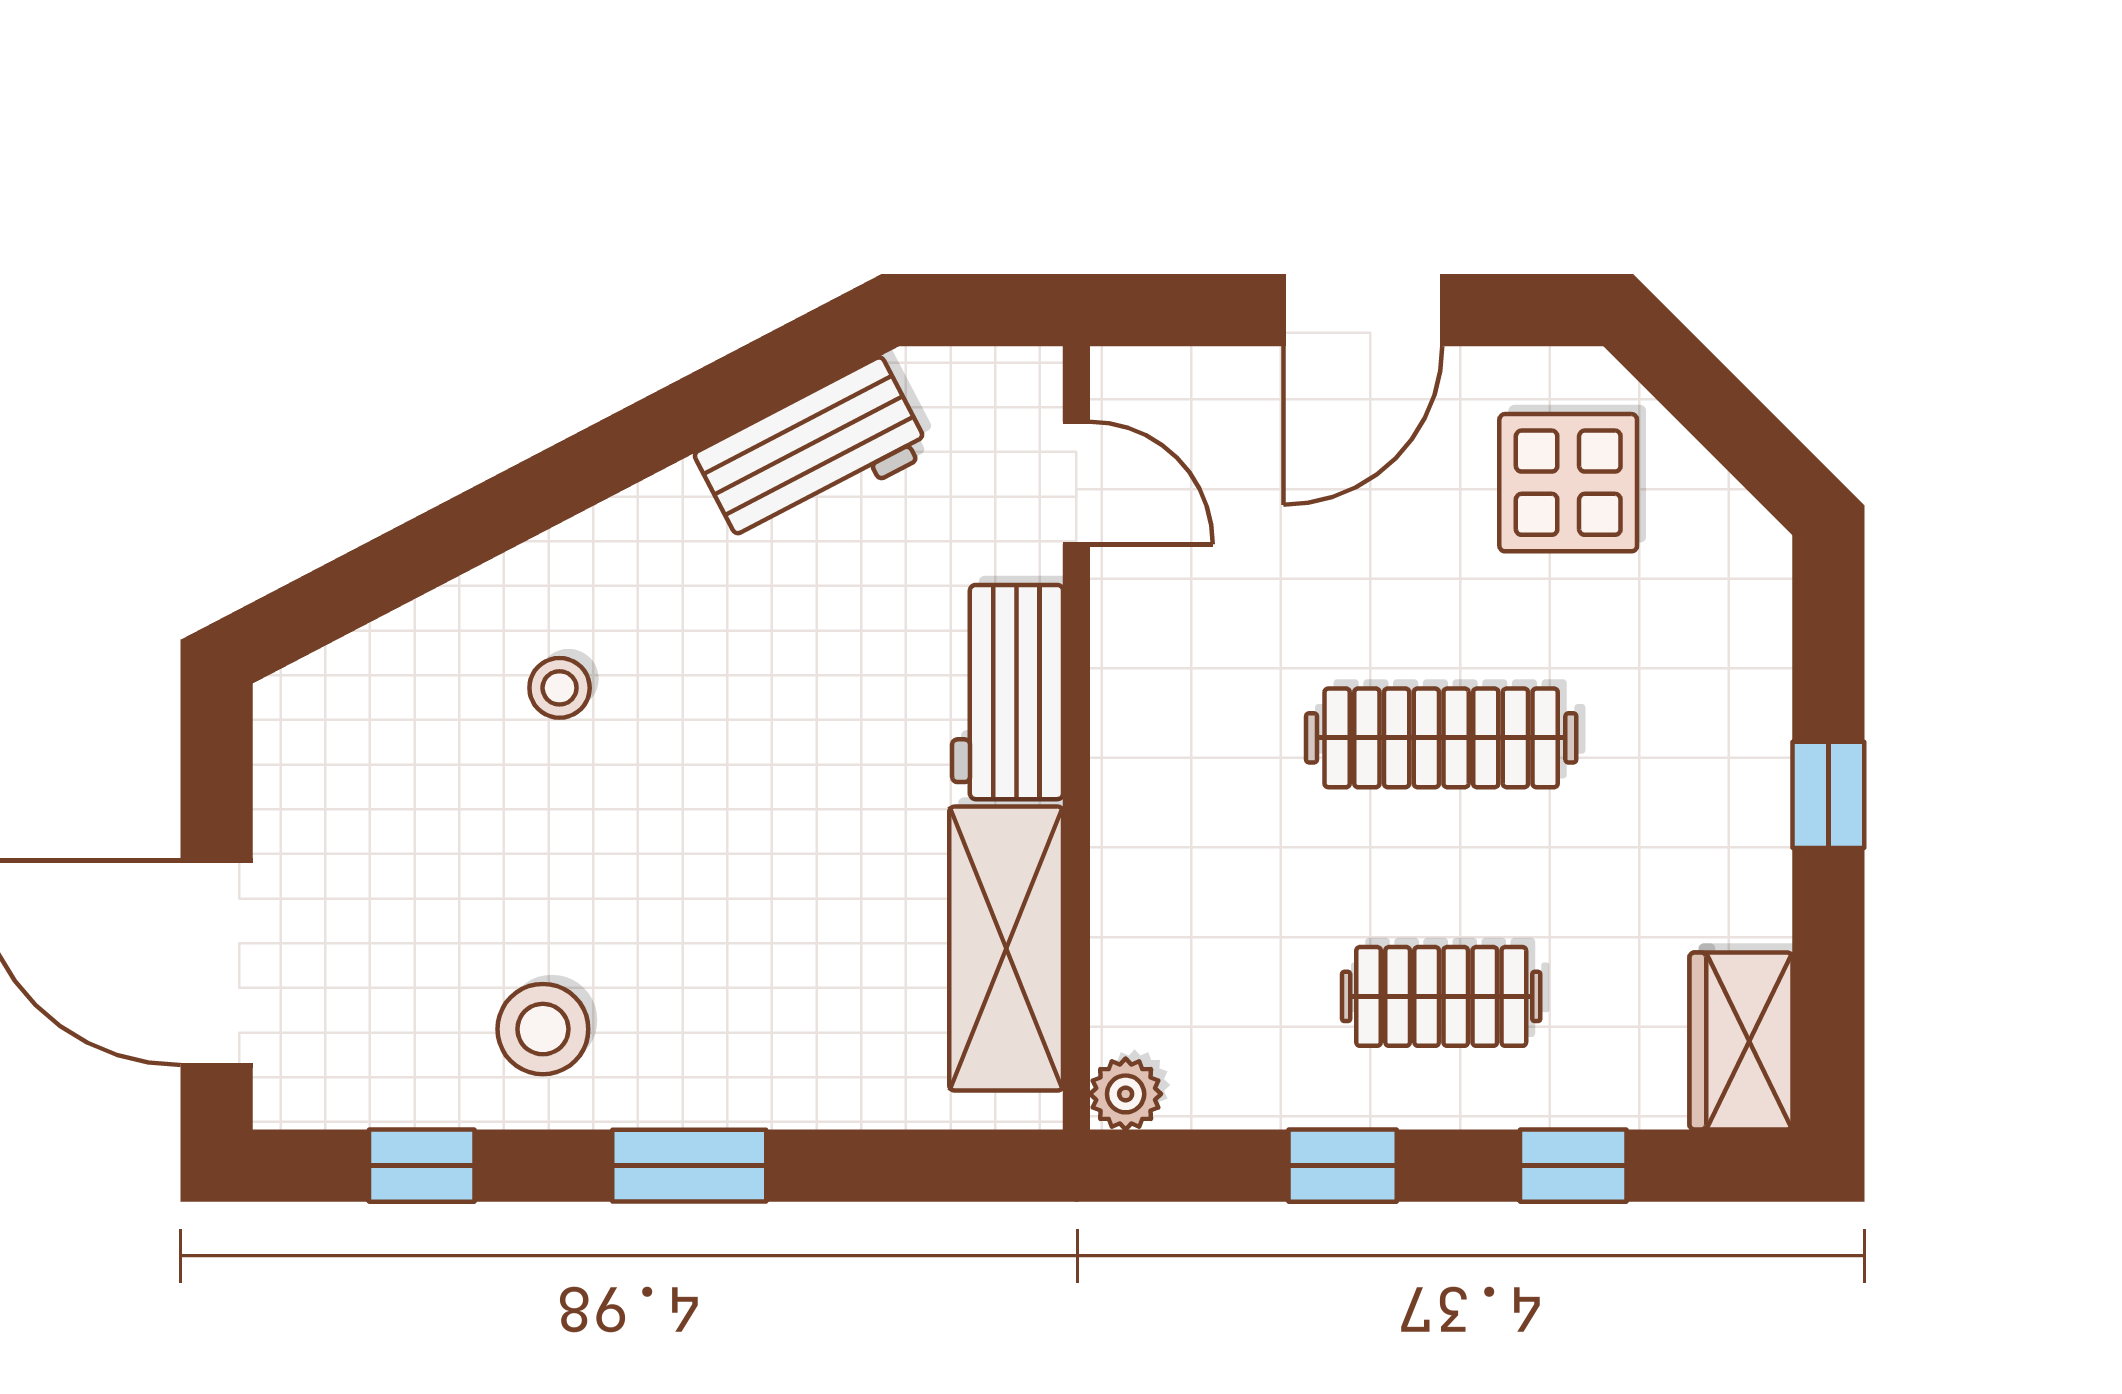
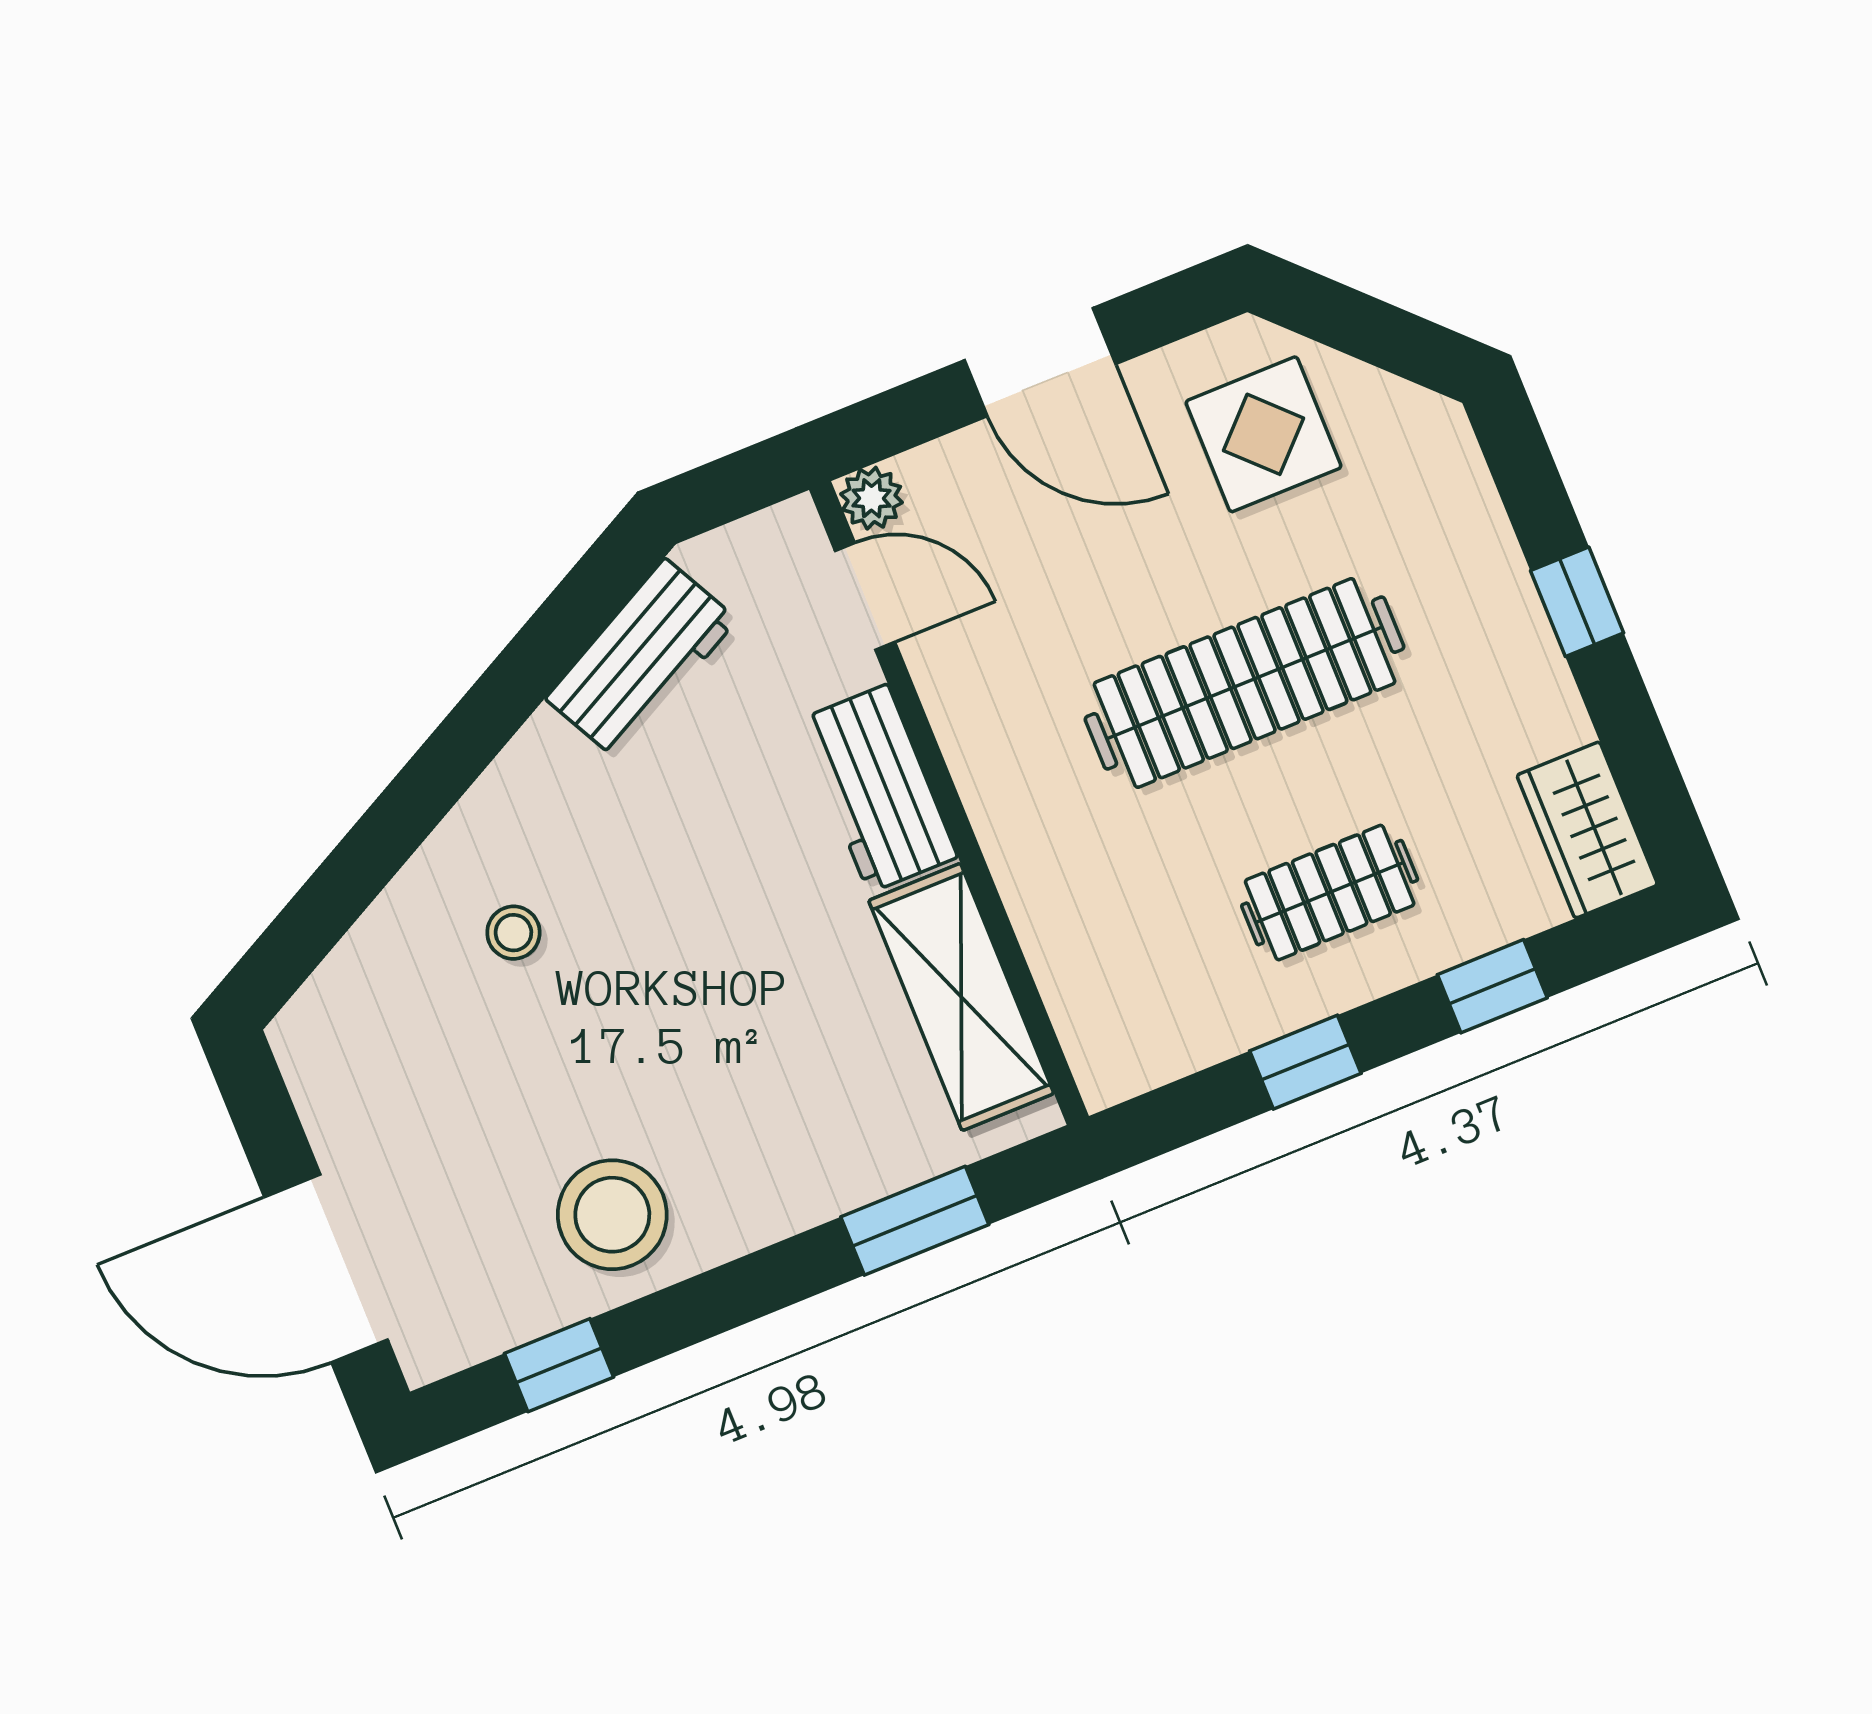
door: (1363, 310) -> (1040, 362), hinge flipped
clothes rail: (1441, 738) -> (1245, 683), width x1.37, depth x1.31
stool: (543, 1029) -> (612, 1215), width x1.38, depth x1.38
plant: (1126, 1094) -> (872, 498), moved
window: (689, 1166) -> (915, 1221), moved

